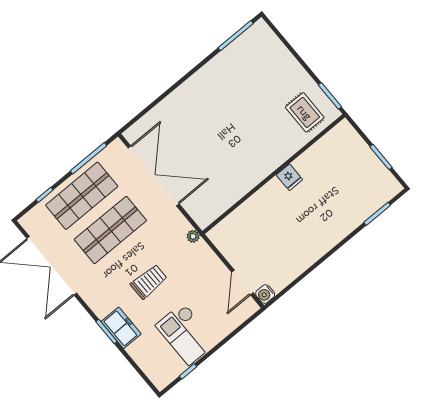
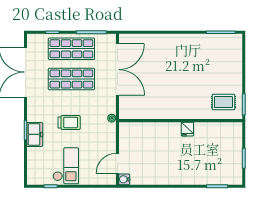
rug: (305, 112) -> (223, 102), turned 90
checkout: (186, 334) -> (66, 166), turned 180

